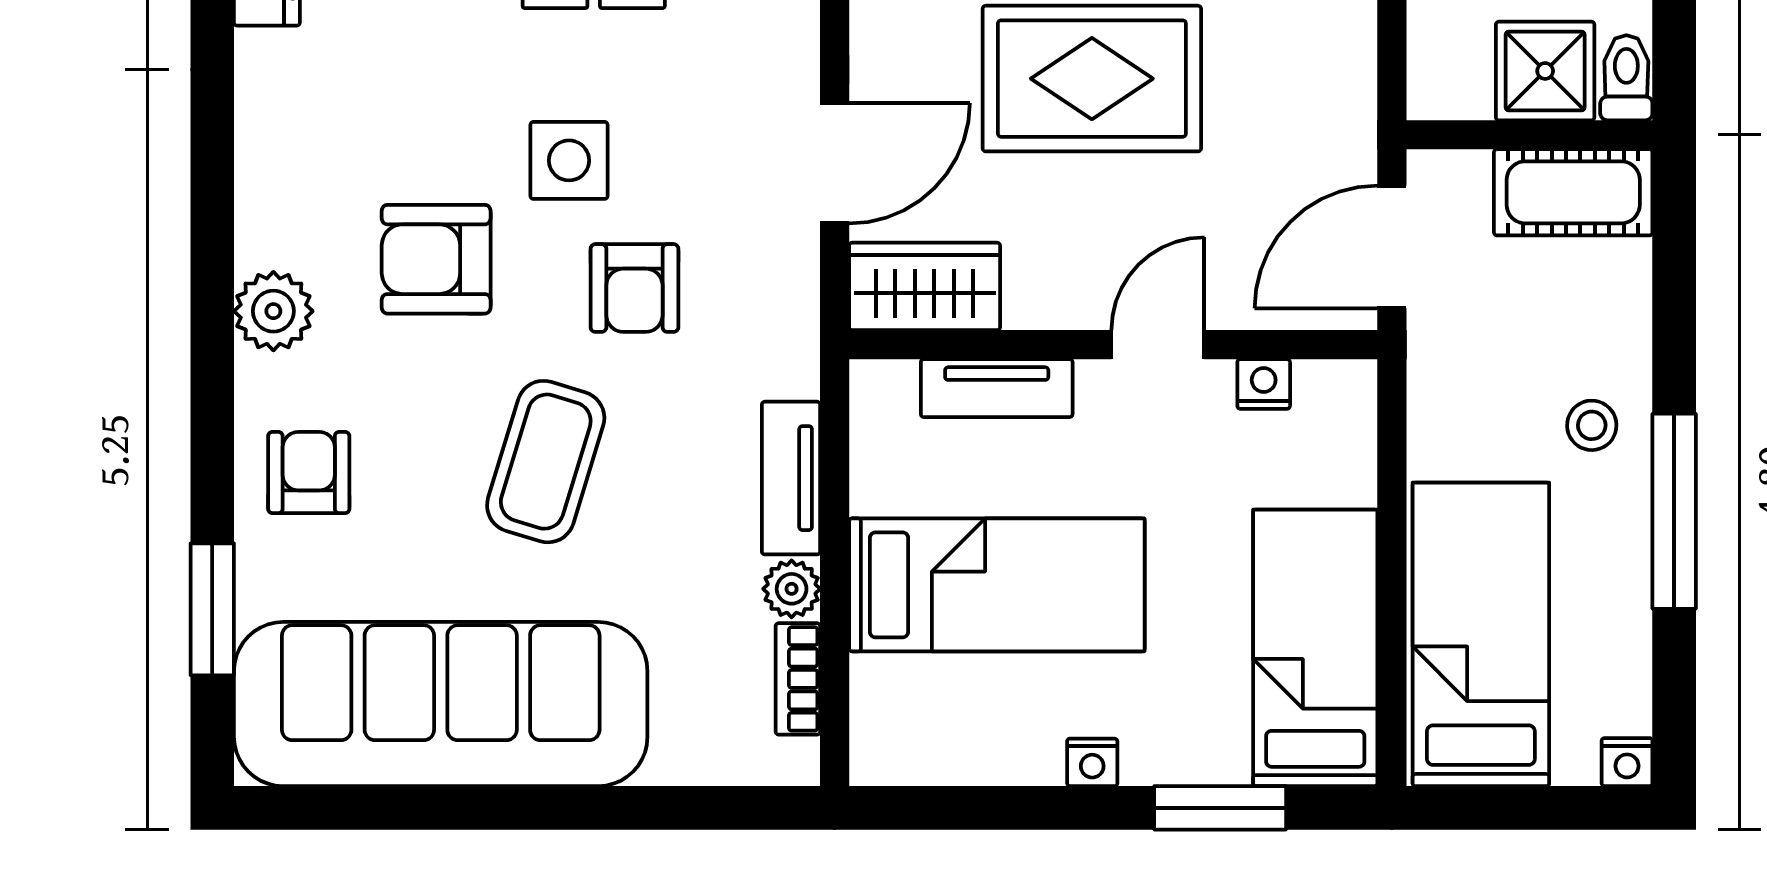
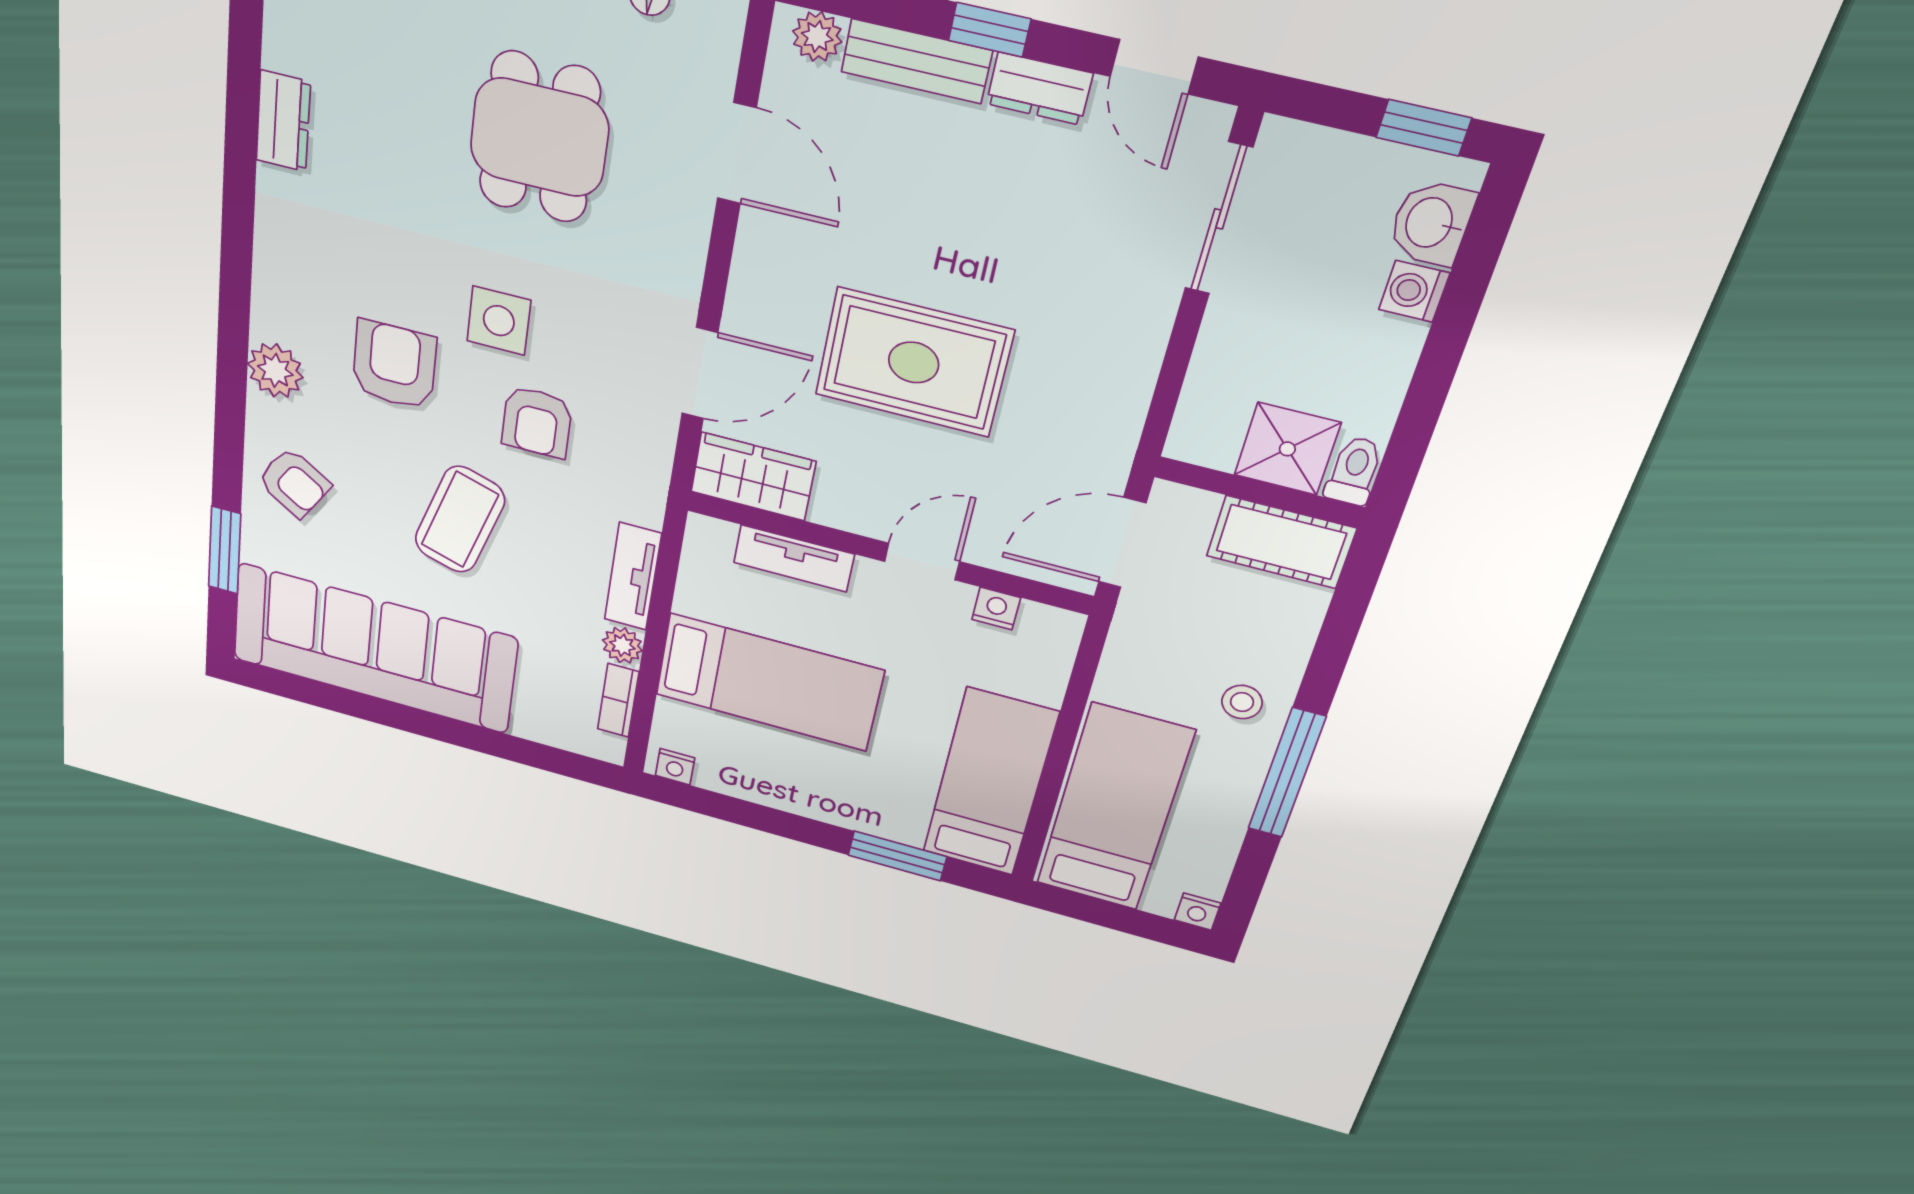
armchair: (436, 259) -> (394, 365), turned 90
armchair: (309, 472) -> (294, 483), turned 123
nightstand: (1092, 762) -> (675, 767), moved

